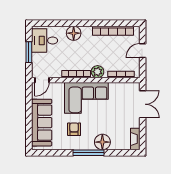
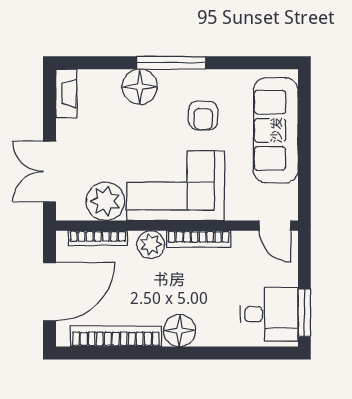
floor lamp: (74, 33) -> (180, 331), moved
door: (143, 51) -> (49, 292), width x1.87
window: (29, 52) -> (304, 313), moved
door: (42, 80) -> (275, 226), swing flipped
plant: (118, 91) -> (105, 201), added

